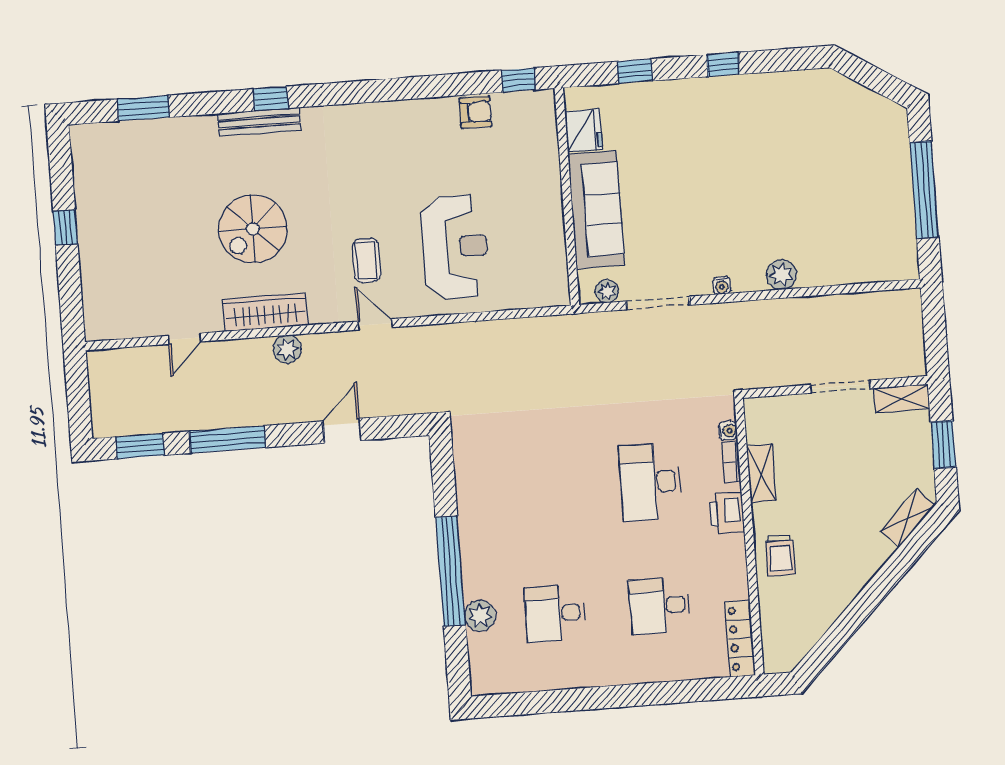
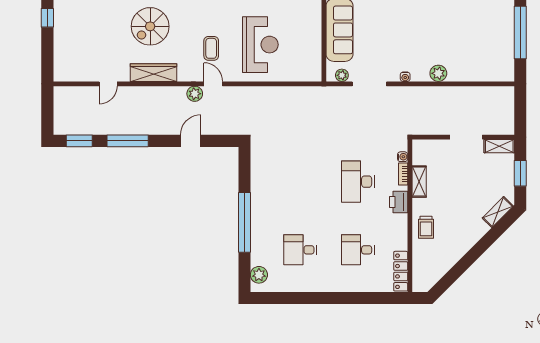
plant: (287, 349) -> (195, 94), moved
plant: (480, 616) -> (259, 275), moved

